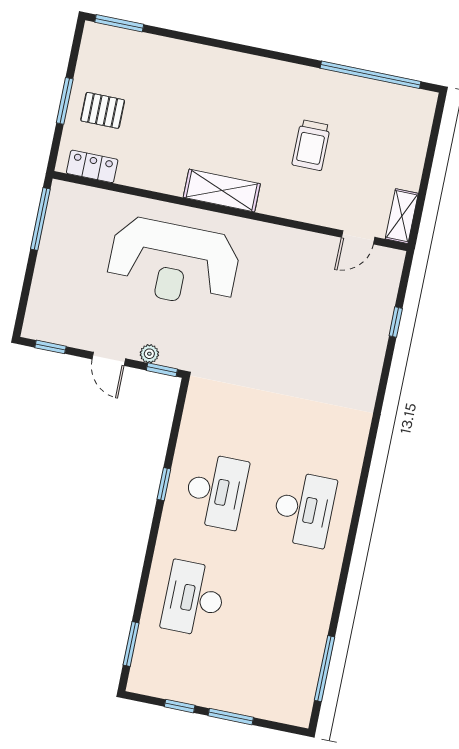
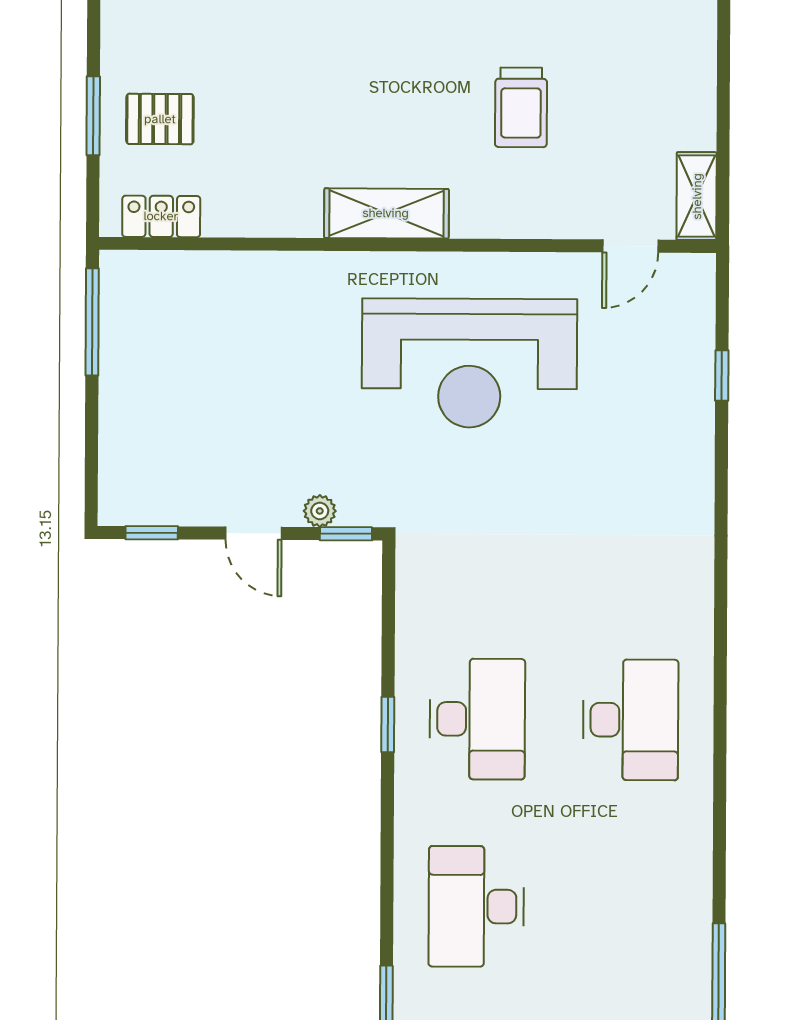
reception desk: (174, 263) -> (469, 363), moved

